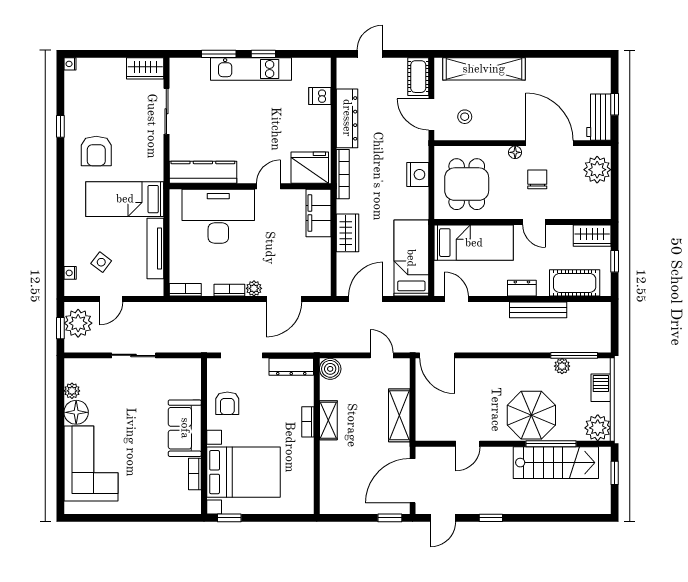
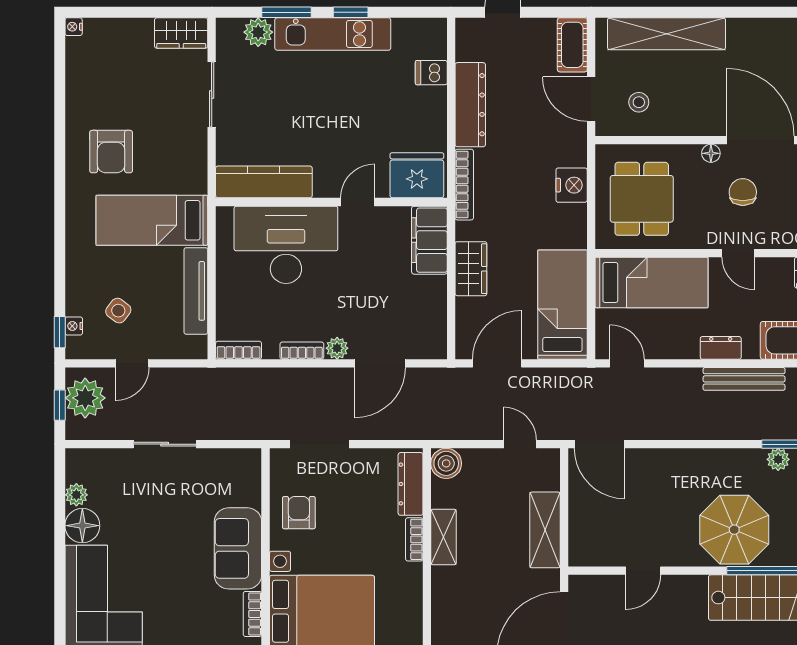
plant: (199, 68) -> (258, 32), added
window: (60, 126) -> (60, 332), moved
dresser: (291, 367) -> (411, 484), moved, turned 90
armchair: (227, 403) -> (299, 513), turned 180

